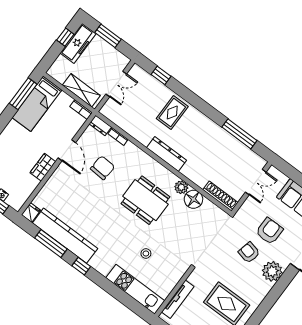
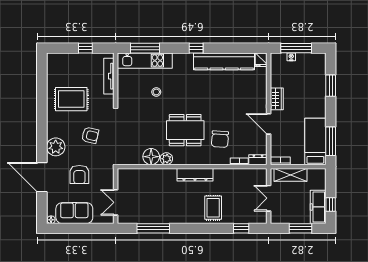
chair: (103, 168) -> (220, 139), moved
shoe rack: (220, 196) -> (133, 173), removed
window: (51, 244) -> (145, 48), moved
armchair: (249, 253) -> (90, 135), moved

